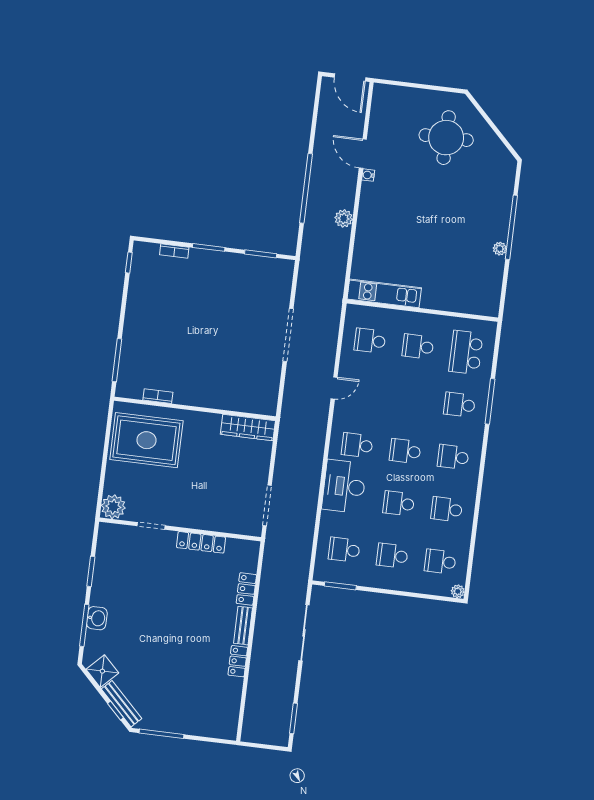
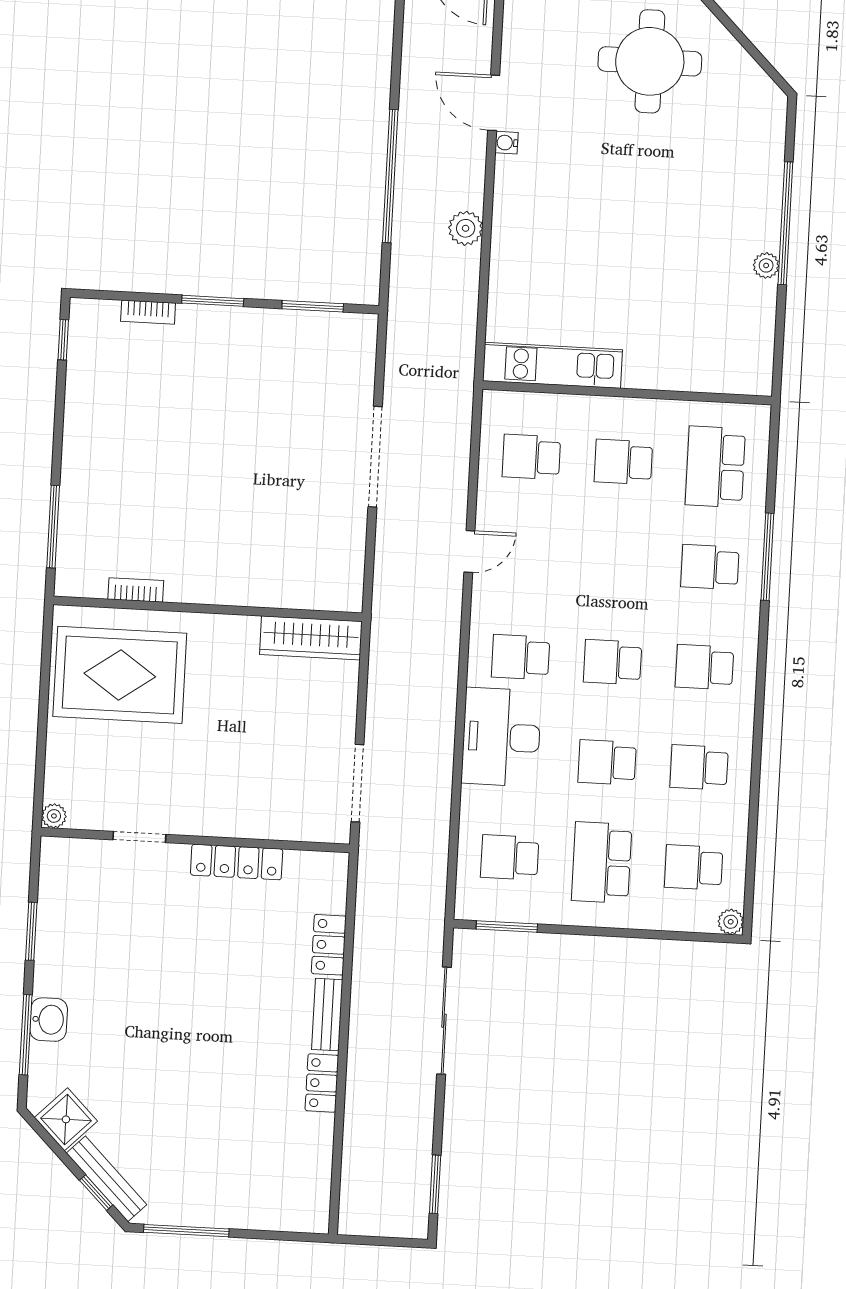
plant: (113, 507) -> (54, 816), width x0.53, depth x0.53
school desk: (392, 556) -> (602, 862), width x1.85

